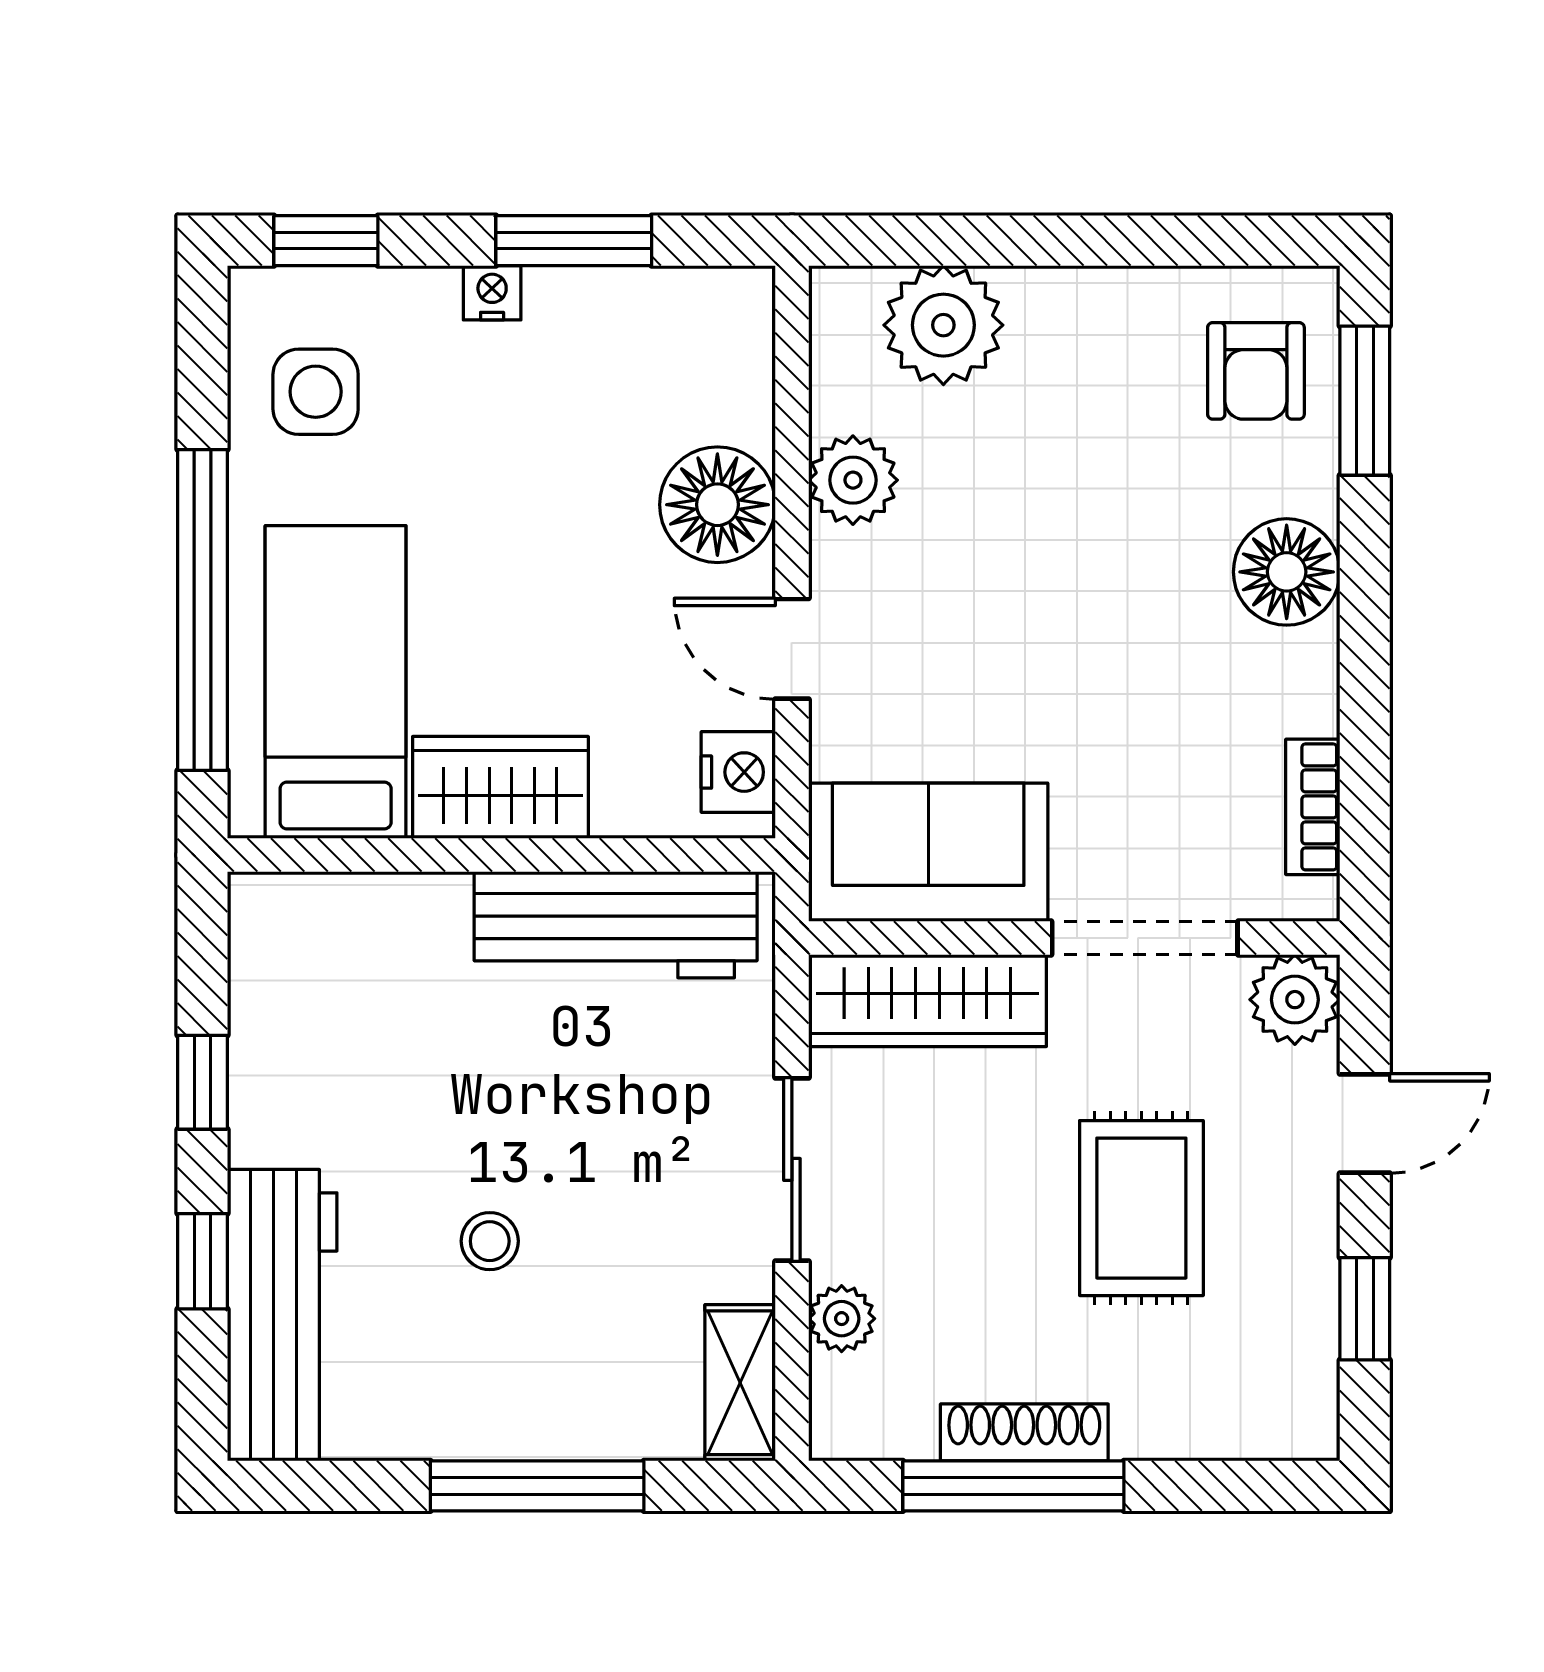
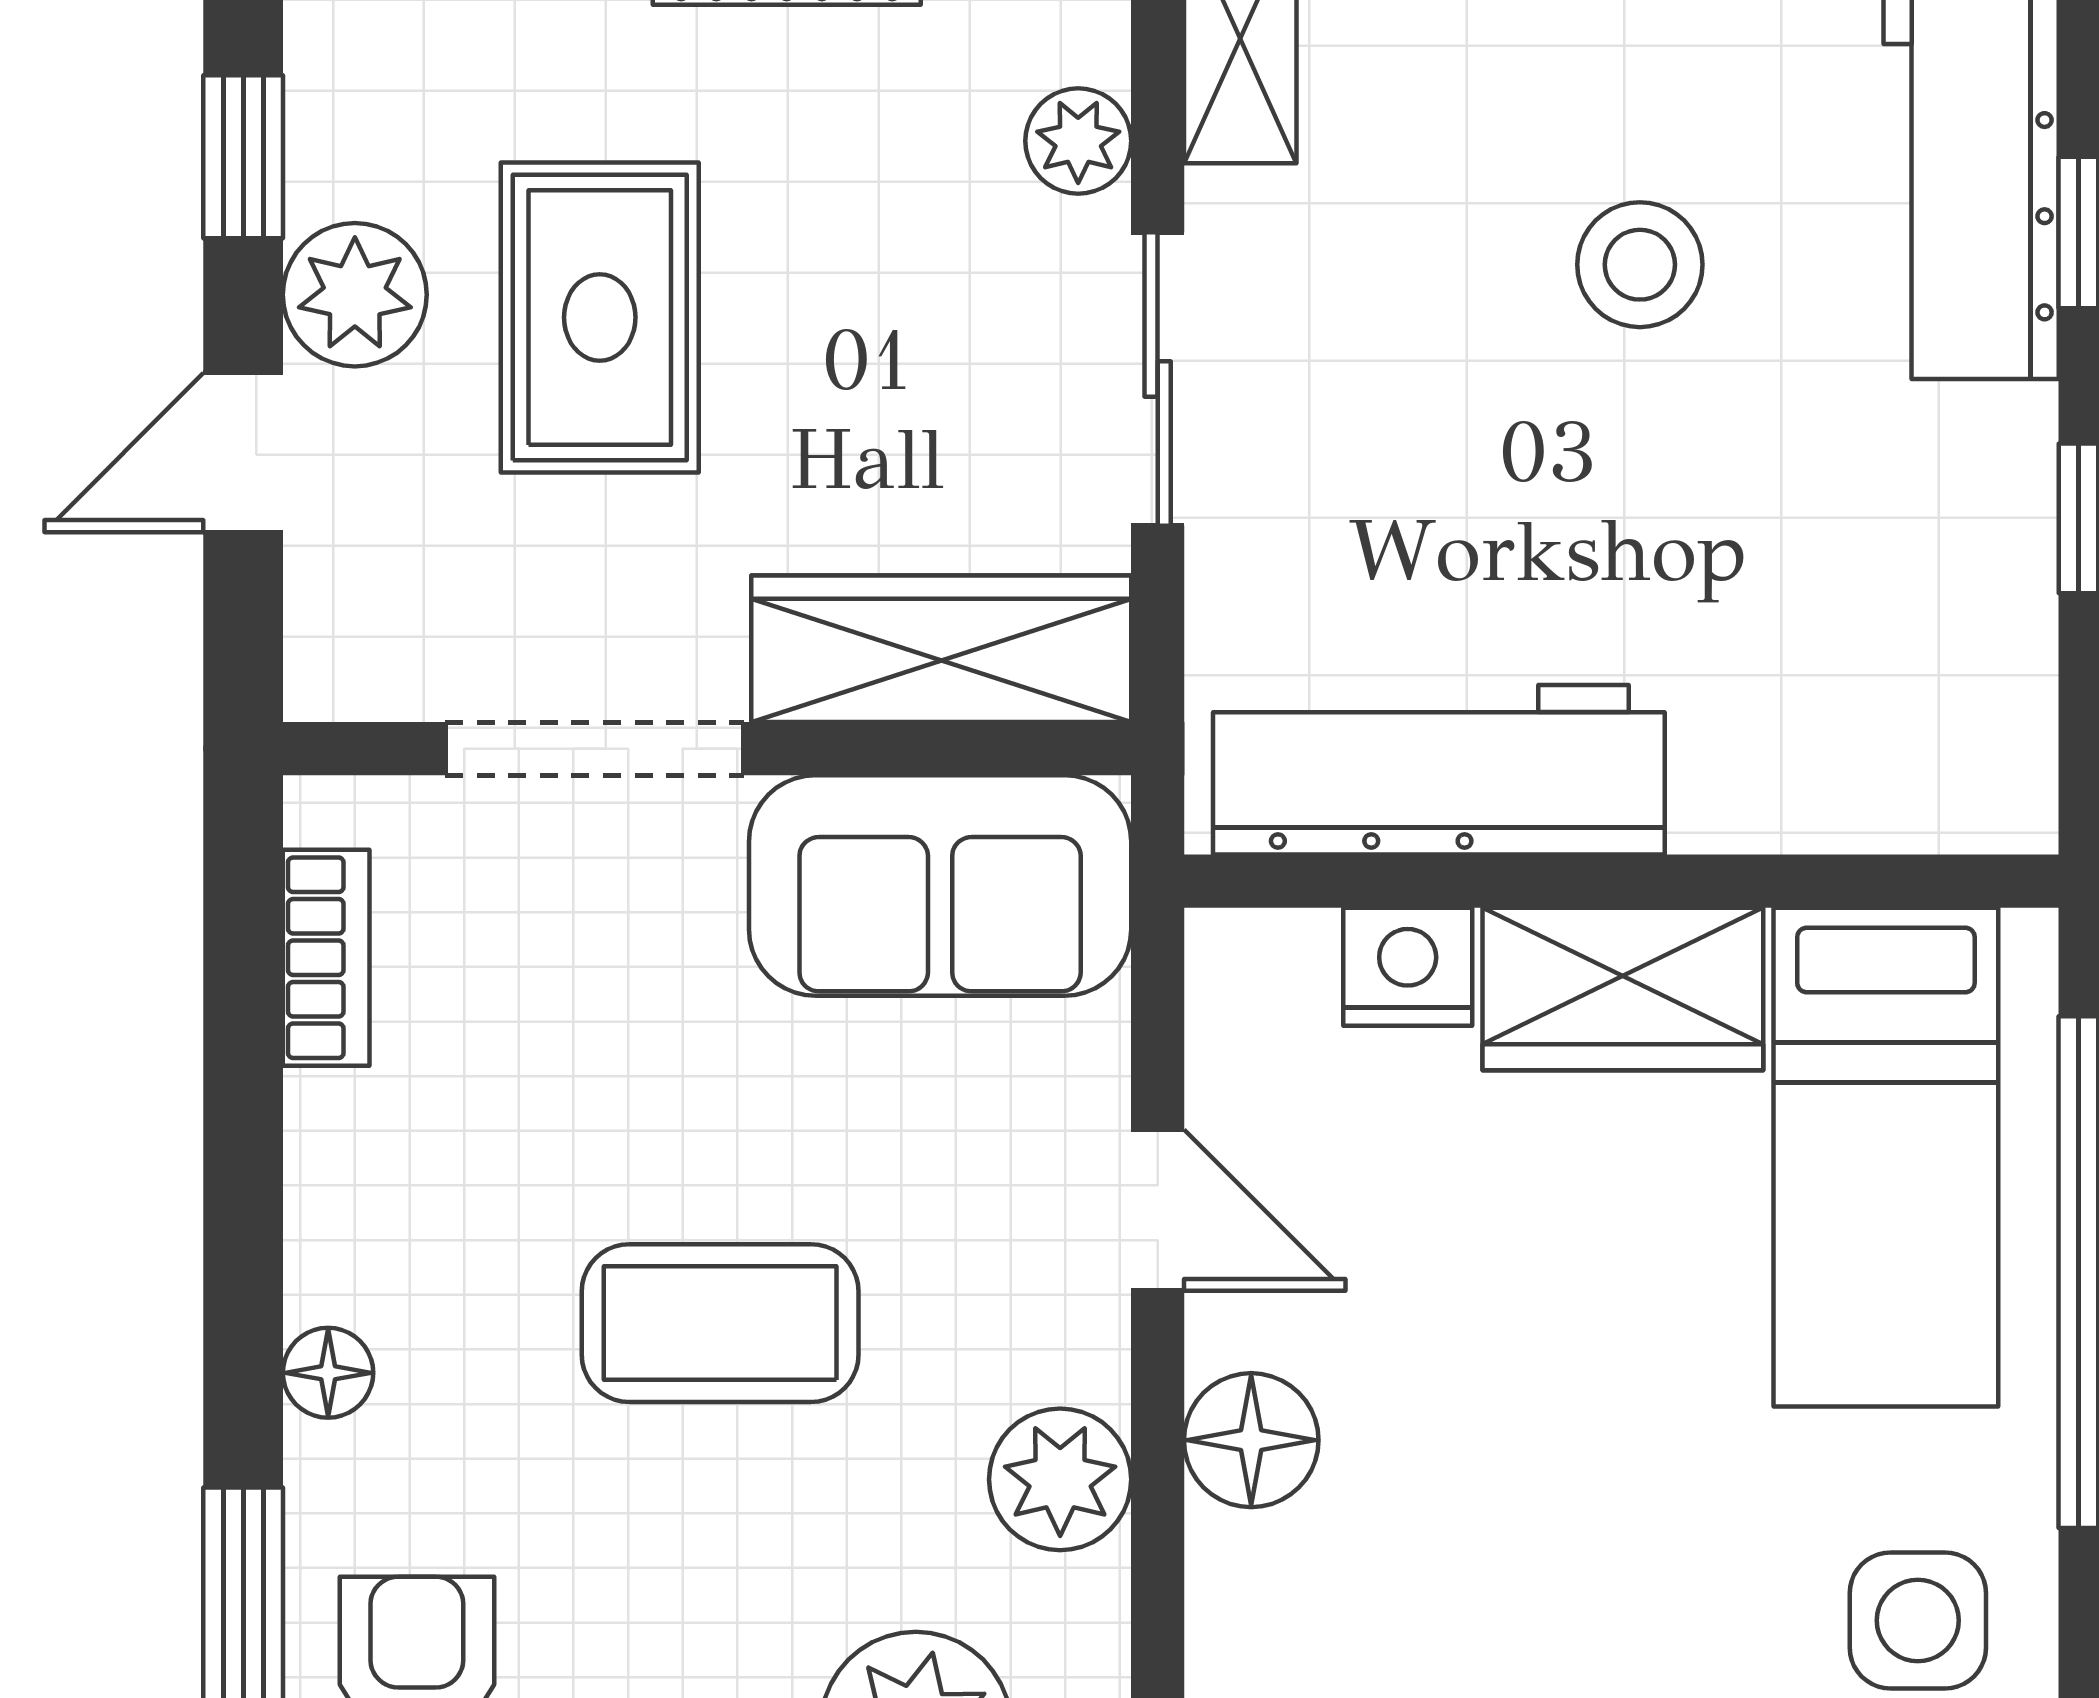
floor lamp: (717, 505) -> (1251, 1440), width x0.73, depth x0.73
floor lamp: (1287, 572) -> (328, 1373), width x0.53, depth x0.53
coffee table: (1066, 578) -> (720, 1323), added
nightstand: (738, 772) -> (1408, 967), moved, turned 90
plant: (1295, 1000) -> (355, 295), moved
stool: (490, 1241) -> (1640, 265), width x1.37, depth x1.37

